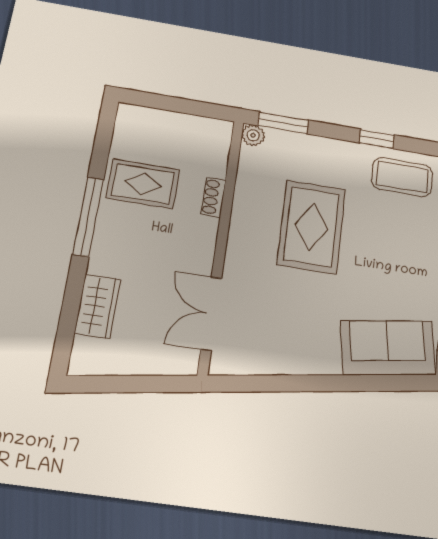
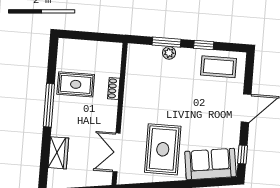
window: (283, 123) -> (166, 42), moved
plant: (253, 135) -> (169, 53), moved
rug: (311, 227) -> (163, 149), moved

